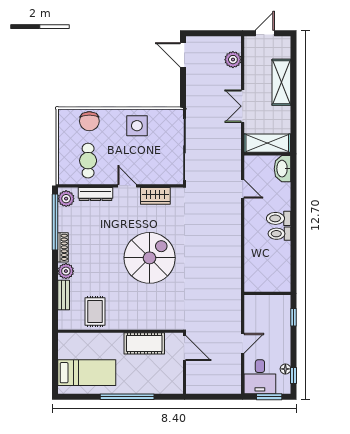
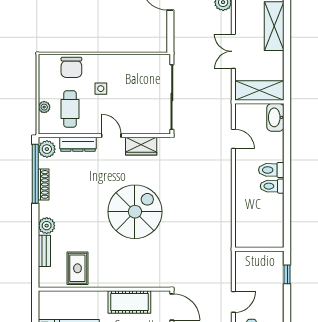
side table: (137, 126) -> (101, 89), moved, width x0.54, depth x0.54
plant: (64, 159) -> (44, 107), added
shoe rack: (63, 247) -> (44, 184), moved

